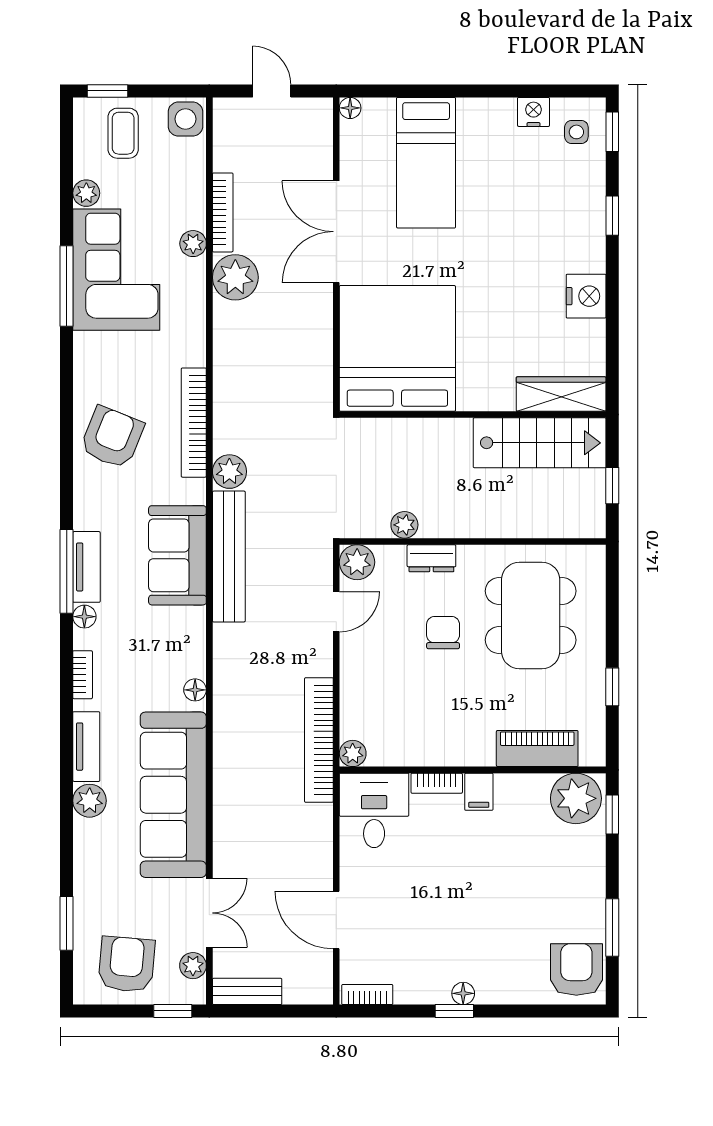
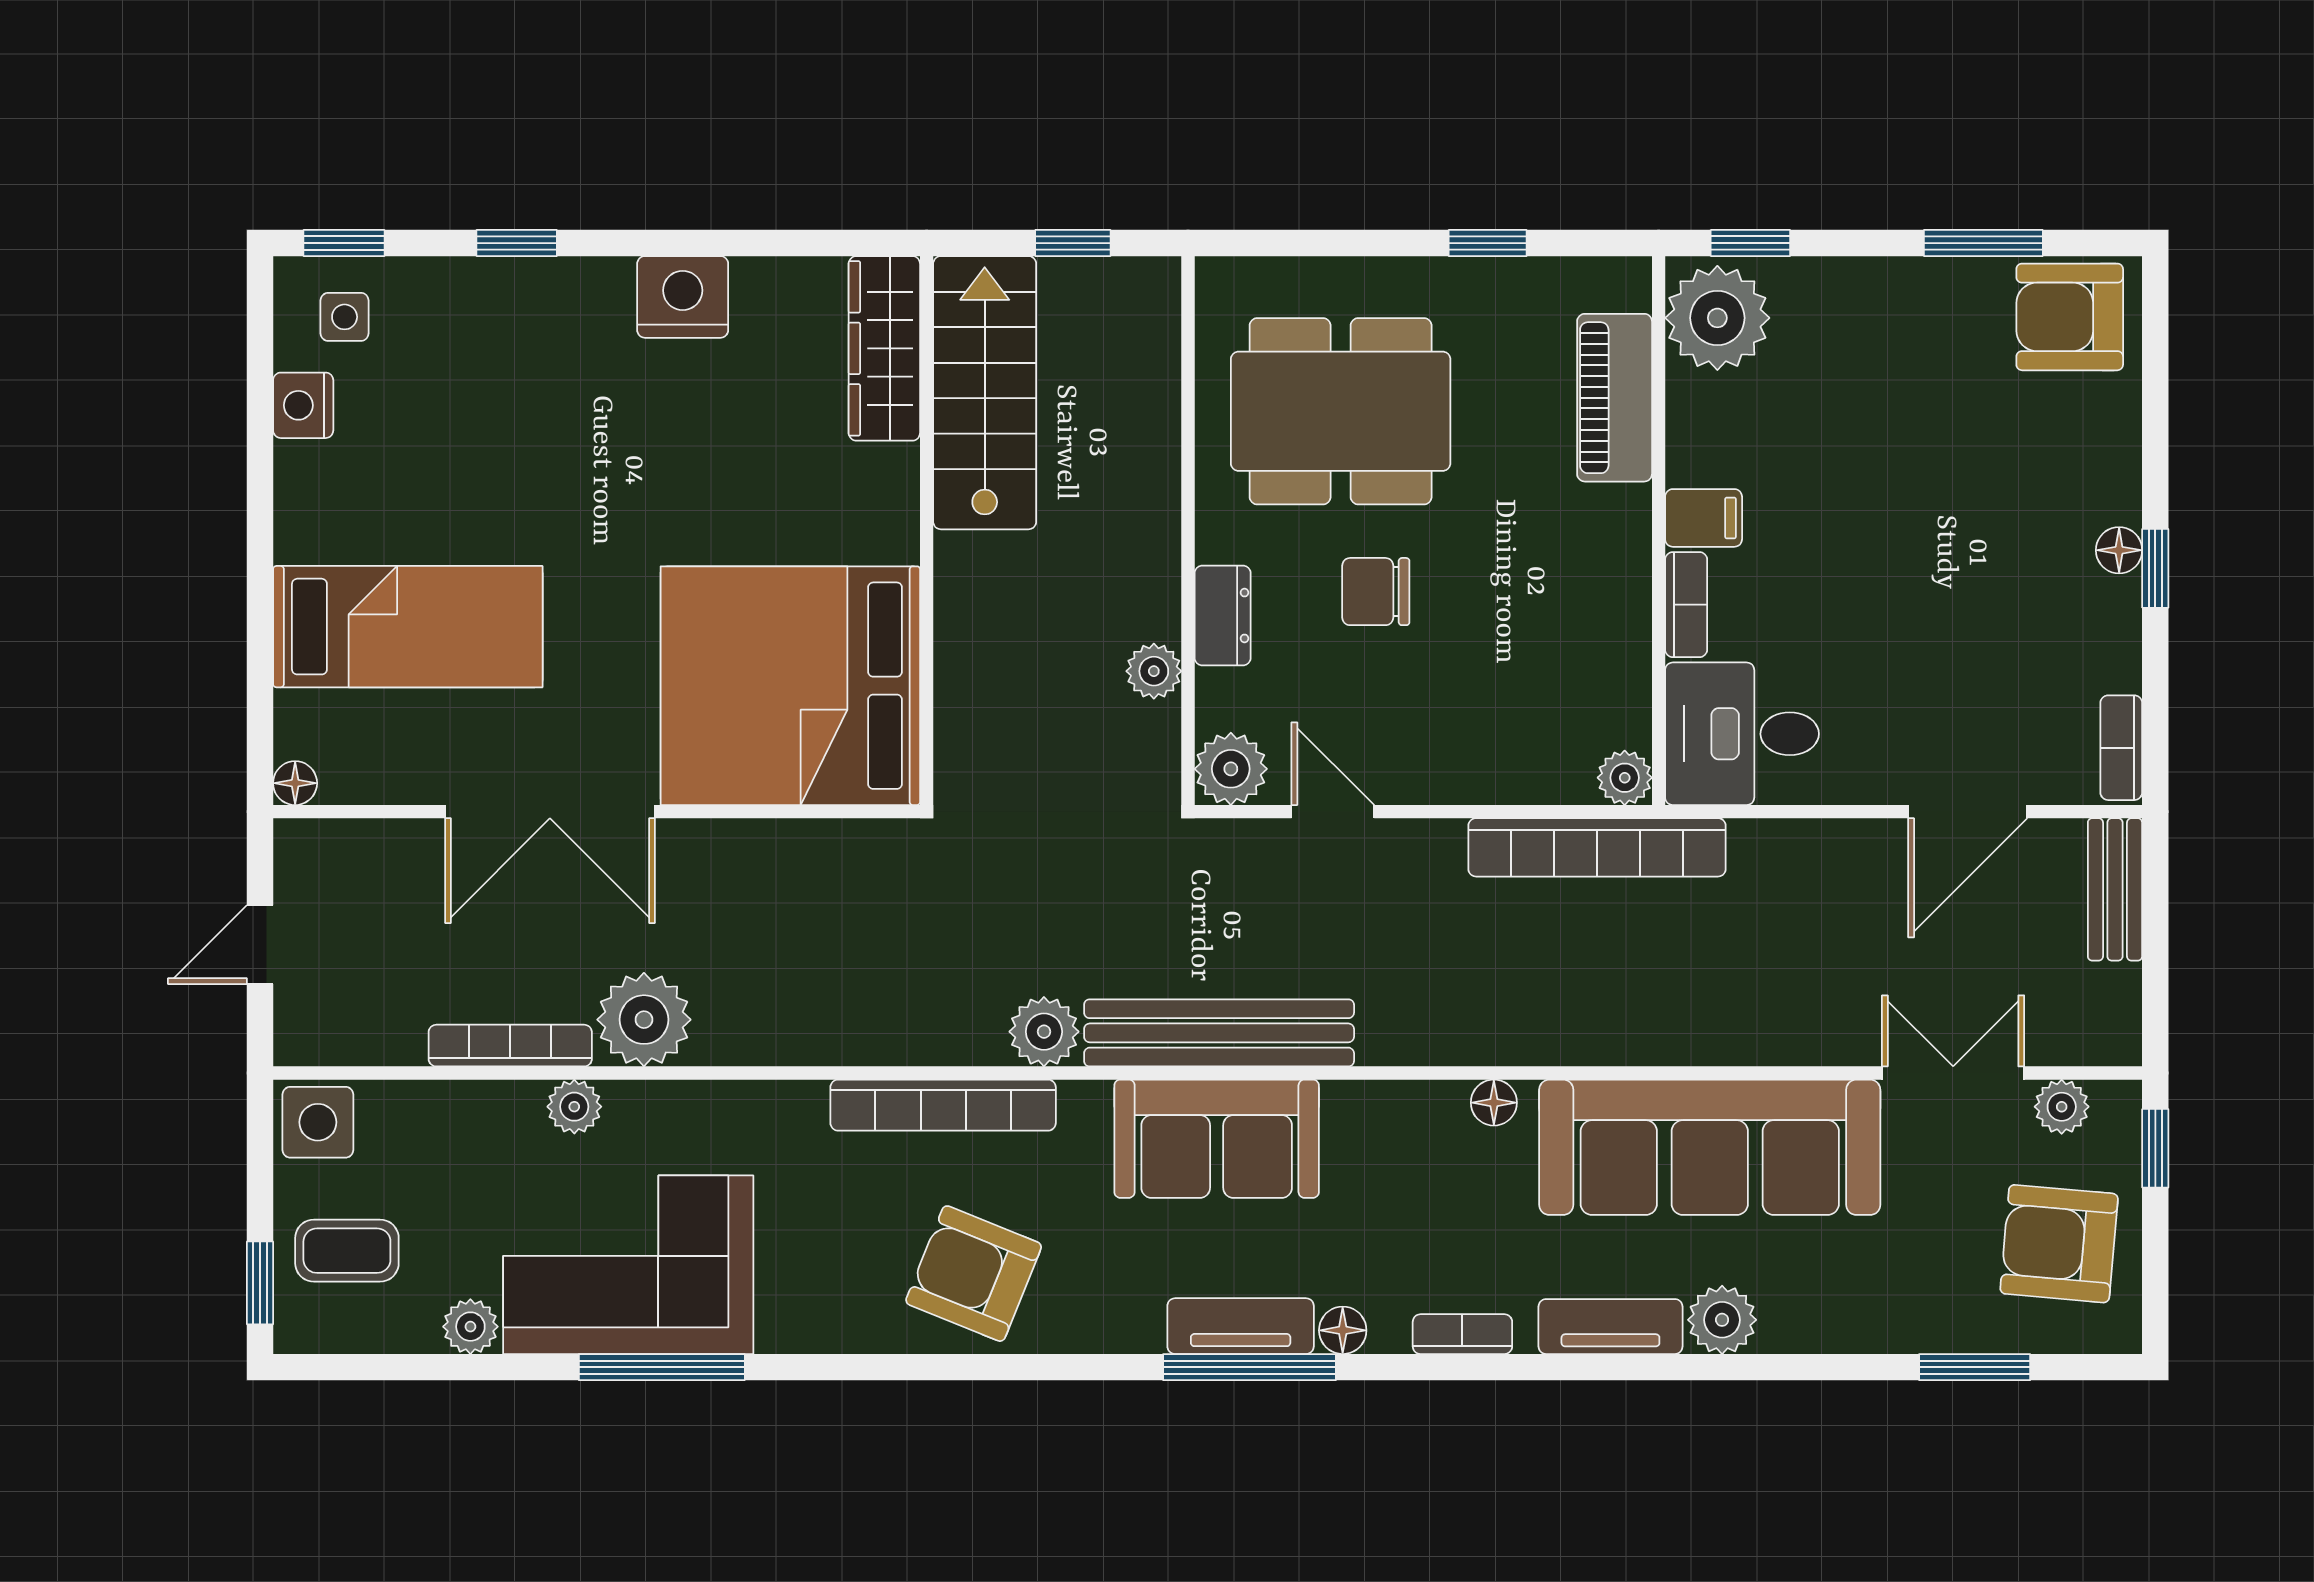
bench: (247, 991) -> (2115, 889), moved

